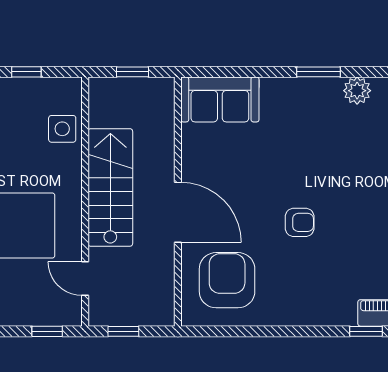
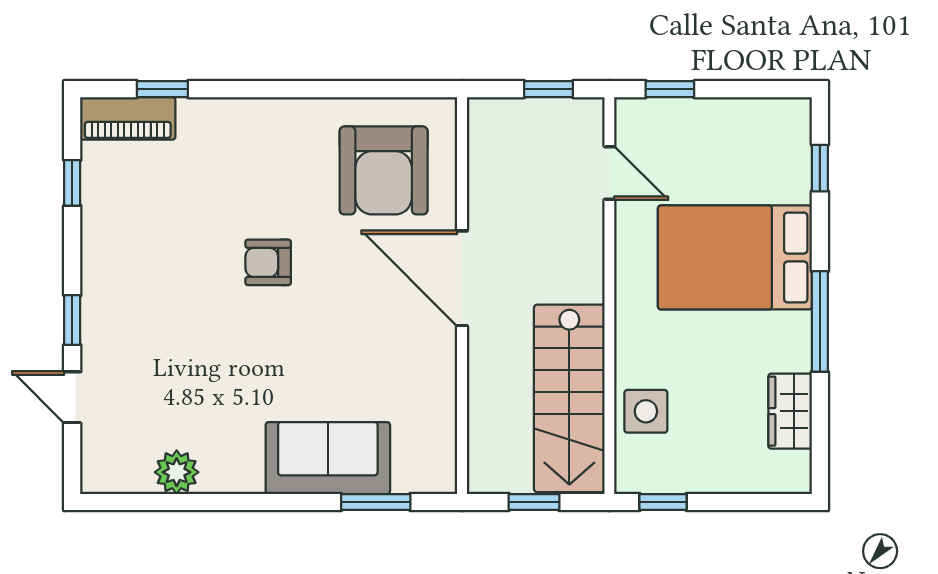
window: (26, 72) -> (663, 502), moved
window: (318, 72) -> (376, 502), moved
sofa: (220, 99) -> (328, 458), moved
stairs: (110, 187) -> (569, 398), moved

